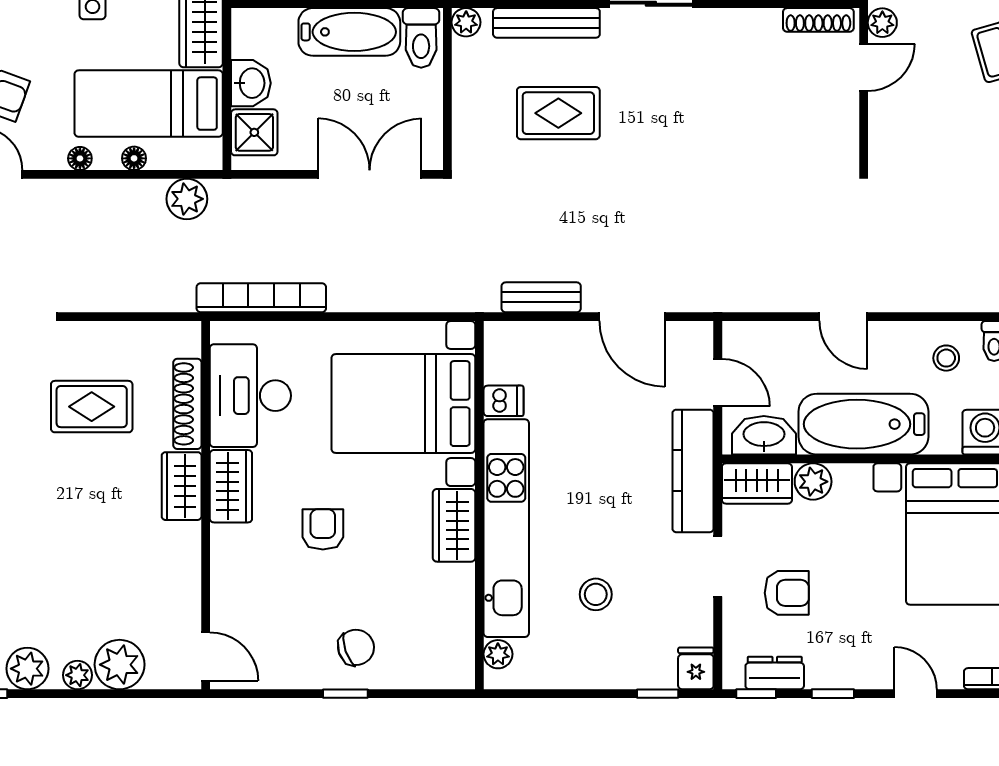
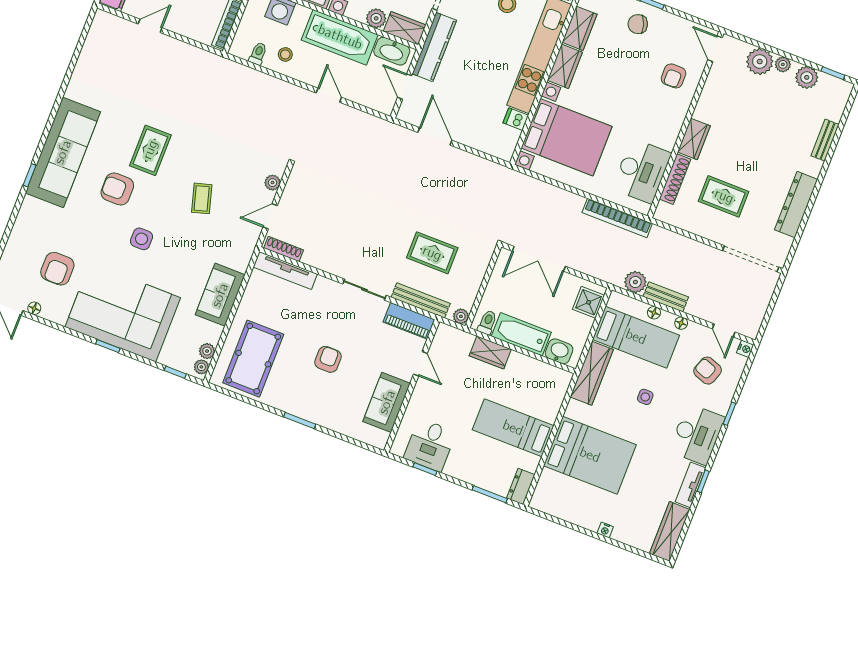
plant: (882, 23) -> (273, 183), moved
toilet: (421, 38) -> (487, 322), width x0.73, depth x0.72
washbasin: (251, 83) -> (559, 351), moved, turned 90
bench: (541, 297) -> (666, 297), moved
wardrobe: (231, 486) -> (579, 28), moved, turned 180
armchair: (323, 529) -> (673, 76), moved

